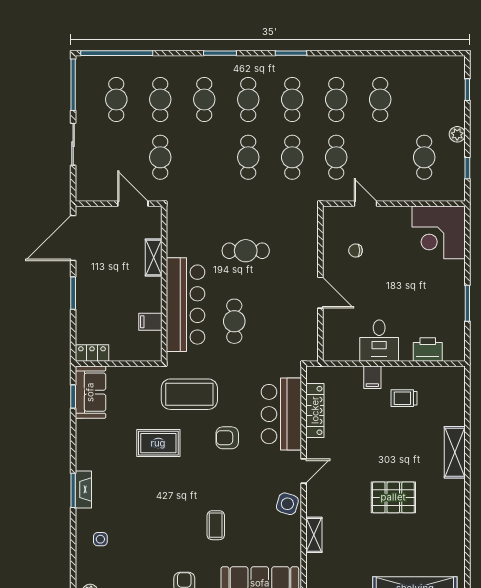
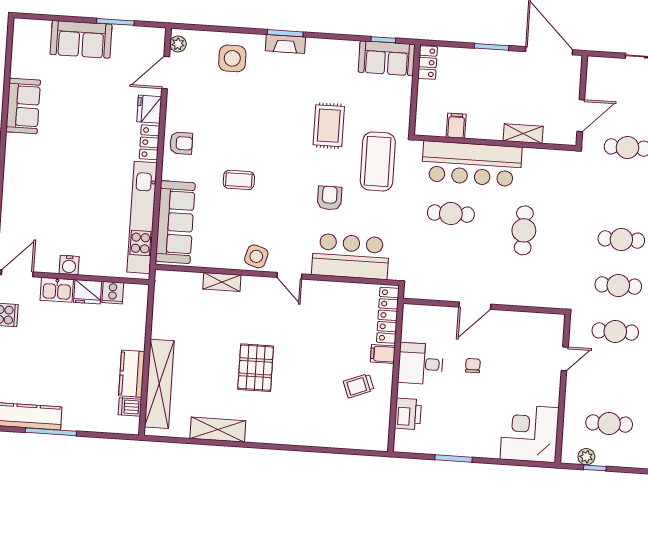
plant: (457, 134) -> (586, 457), moved
chair: (356, 250) -> (473, 365), moved
trolley: (404, 398) -> (359, 386), turned -111
locker: (315, 410) -> (388, 315), moved, turned 90
shelving: (455, 452) -> (218, 430), moved
side table: (100, 539) -> (232, 58), width x1.87, depth x1.87

